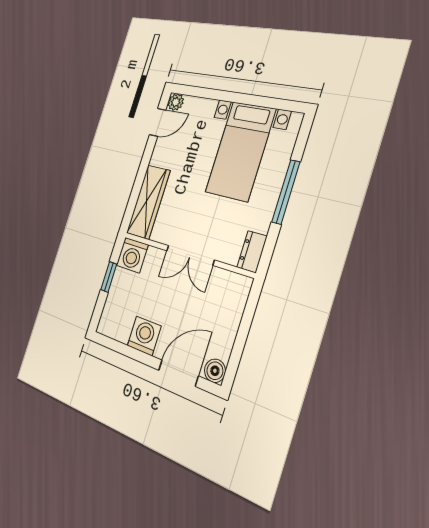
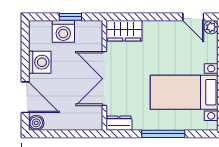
wardrobe: (148, 202) -> (124, 31), width x0.67
washing machine: (132, 255) -> (63, 31), moved, turned -90
double door: (190, 255) -> (104, 79), width x1.37

